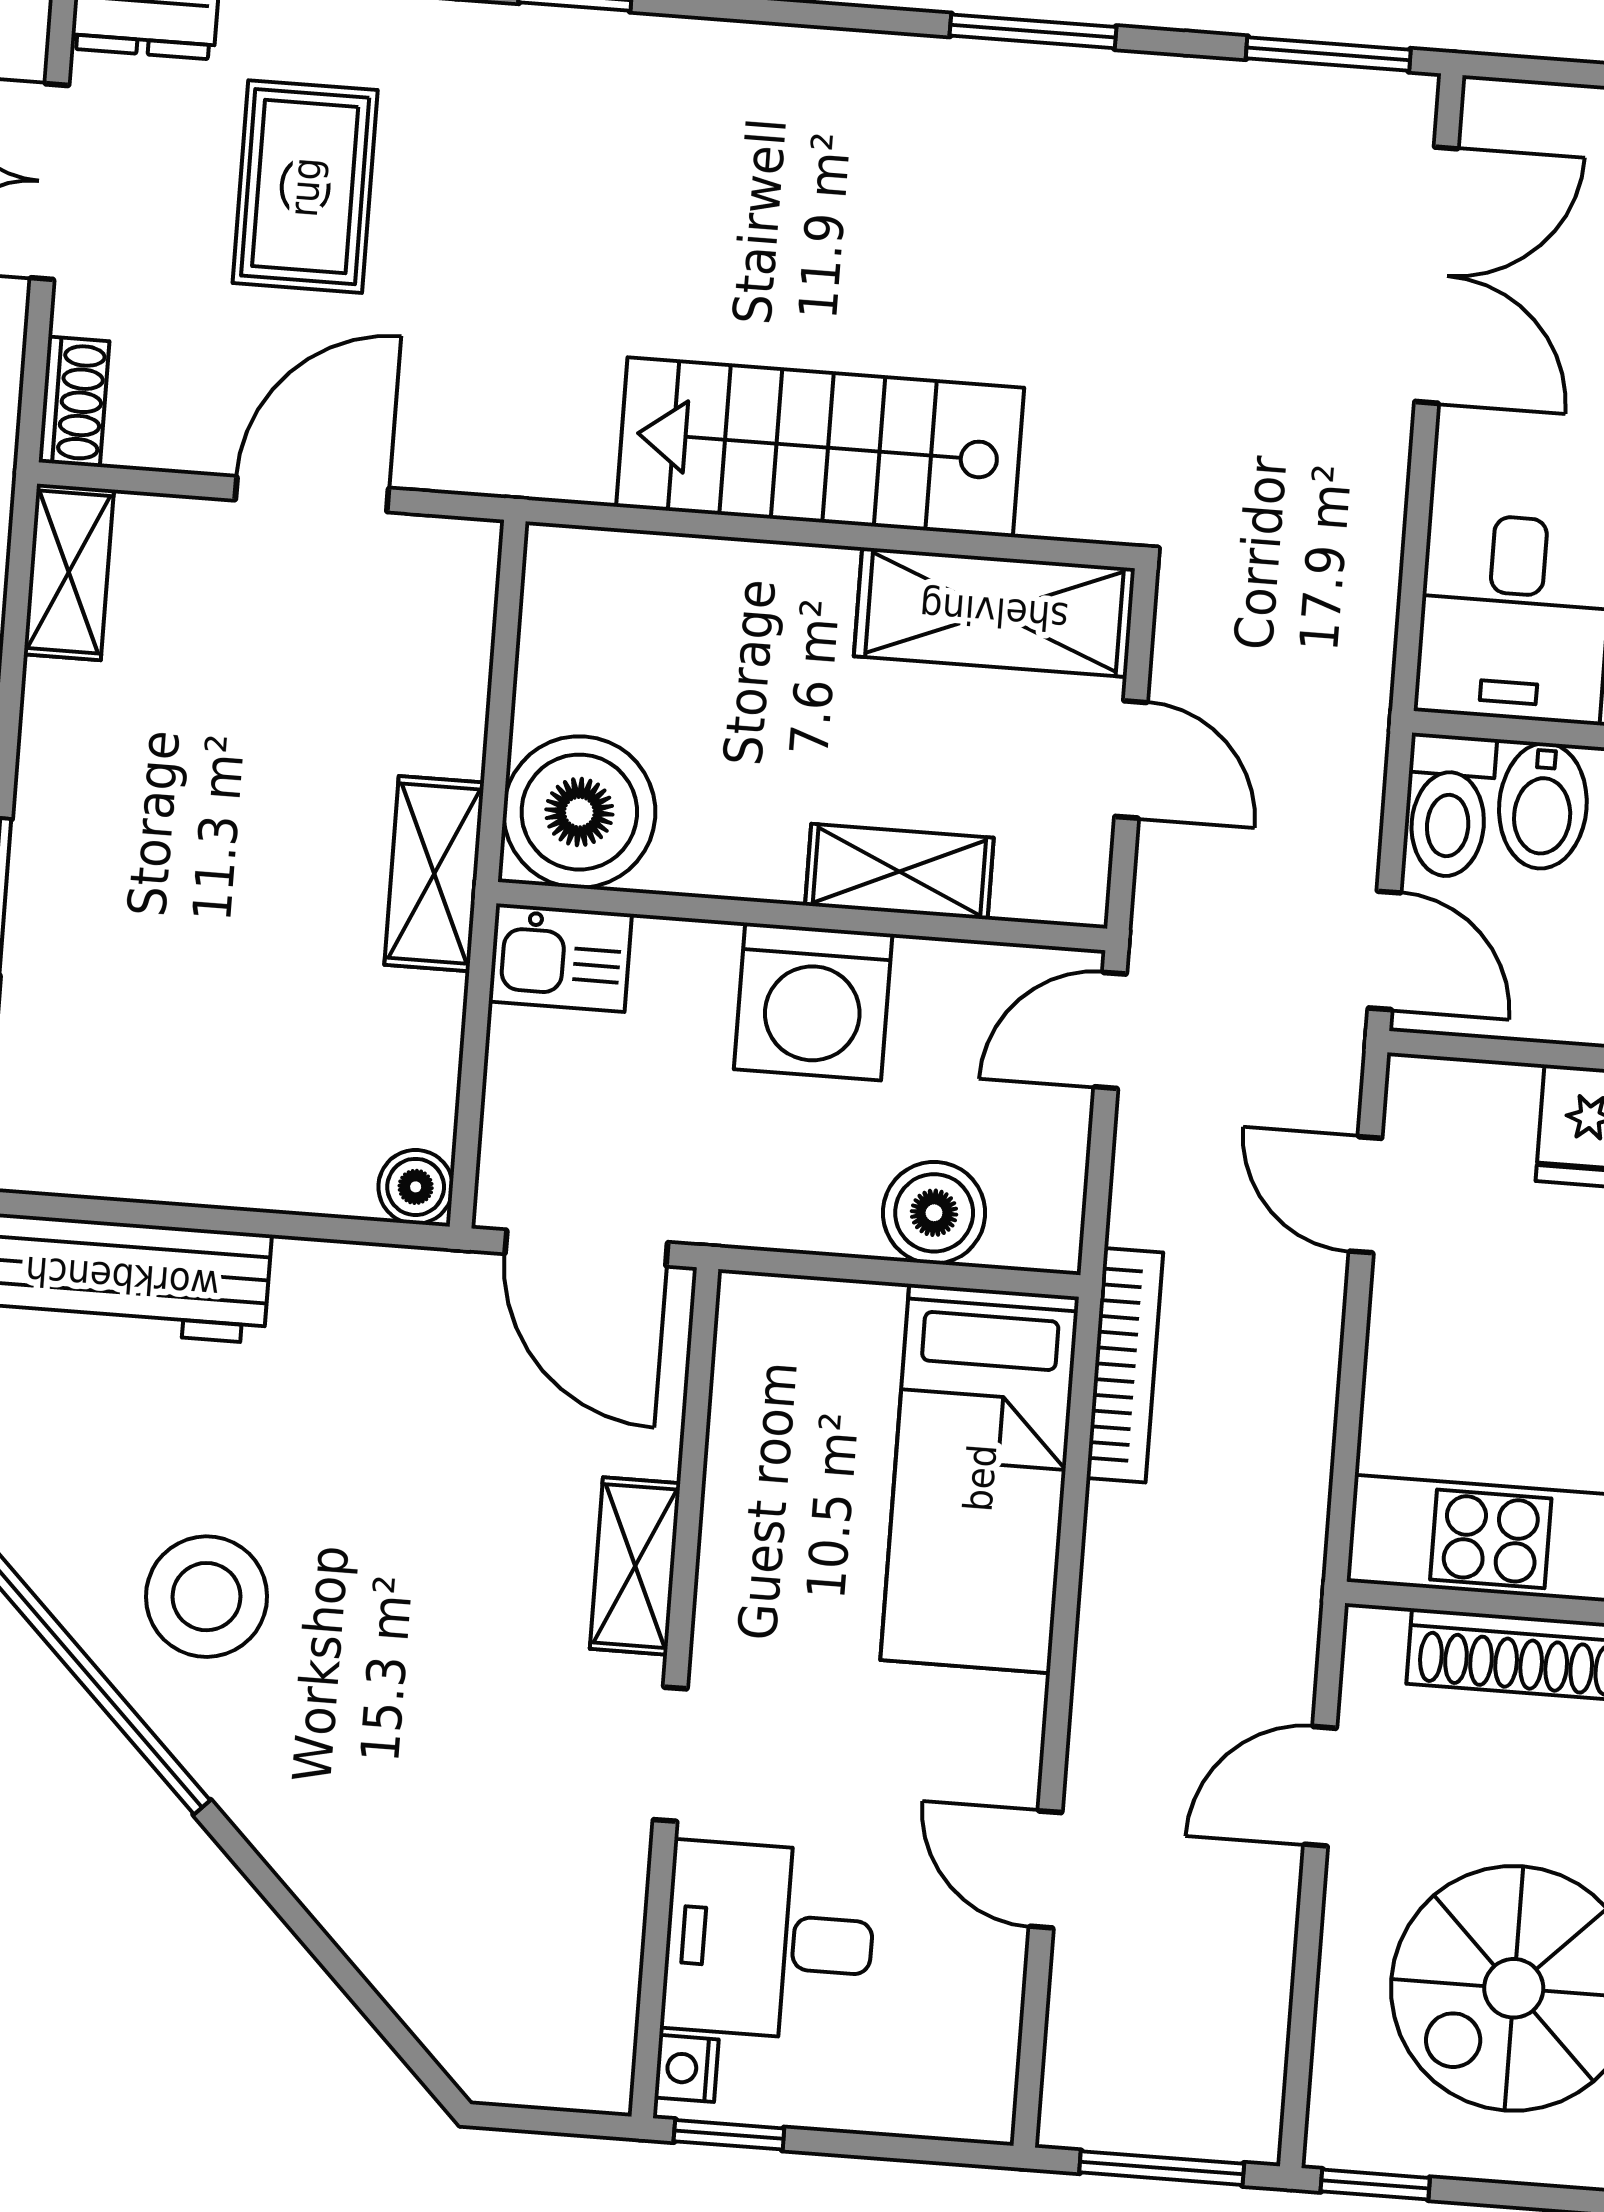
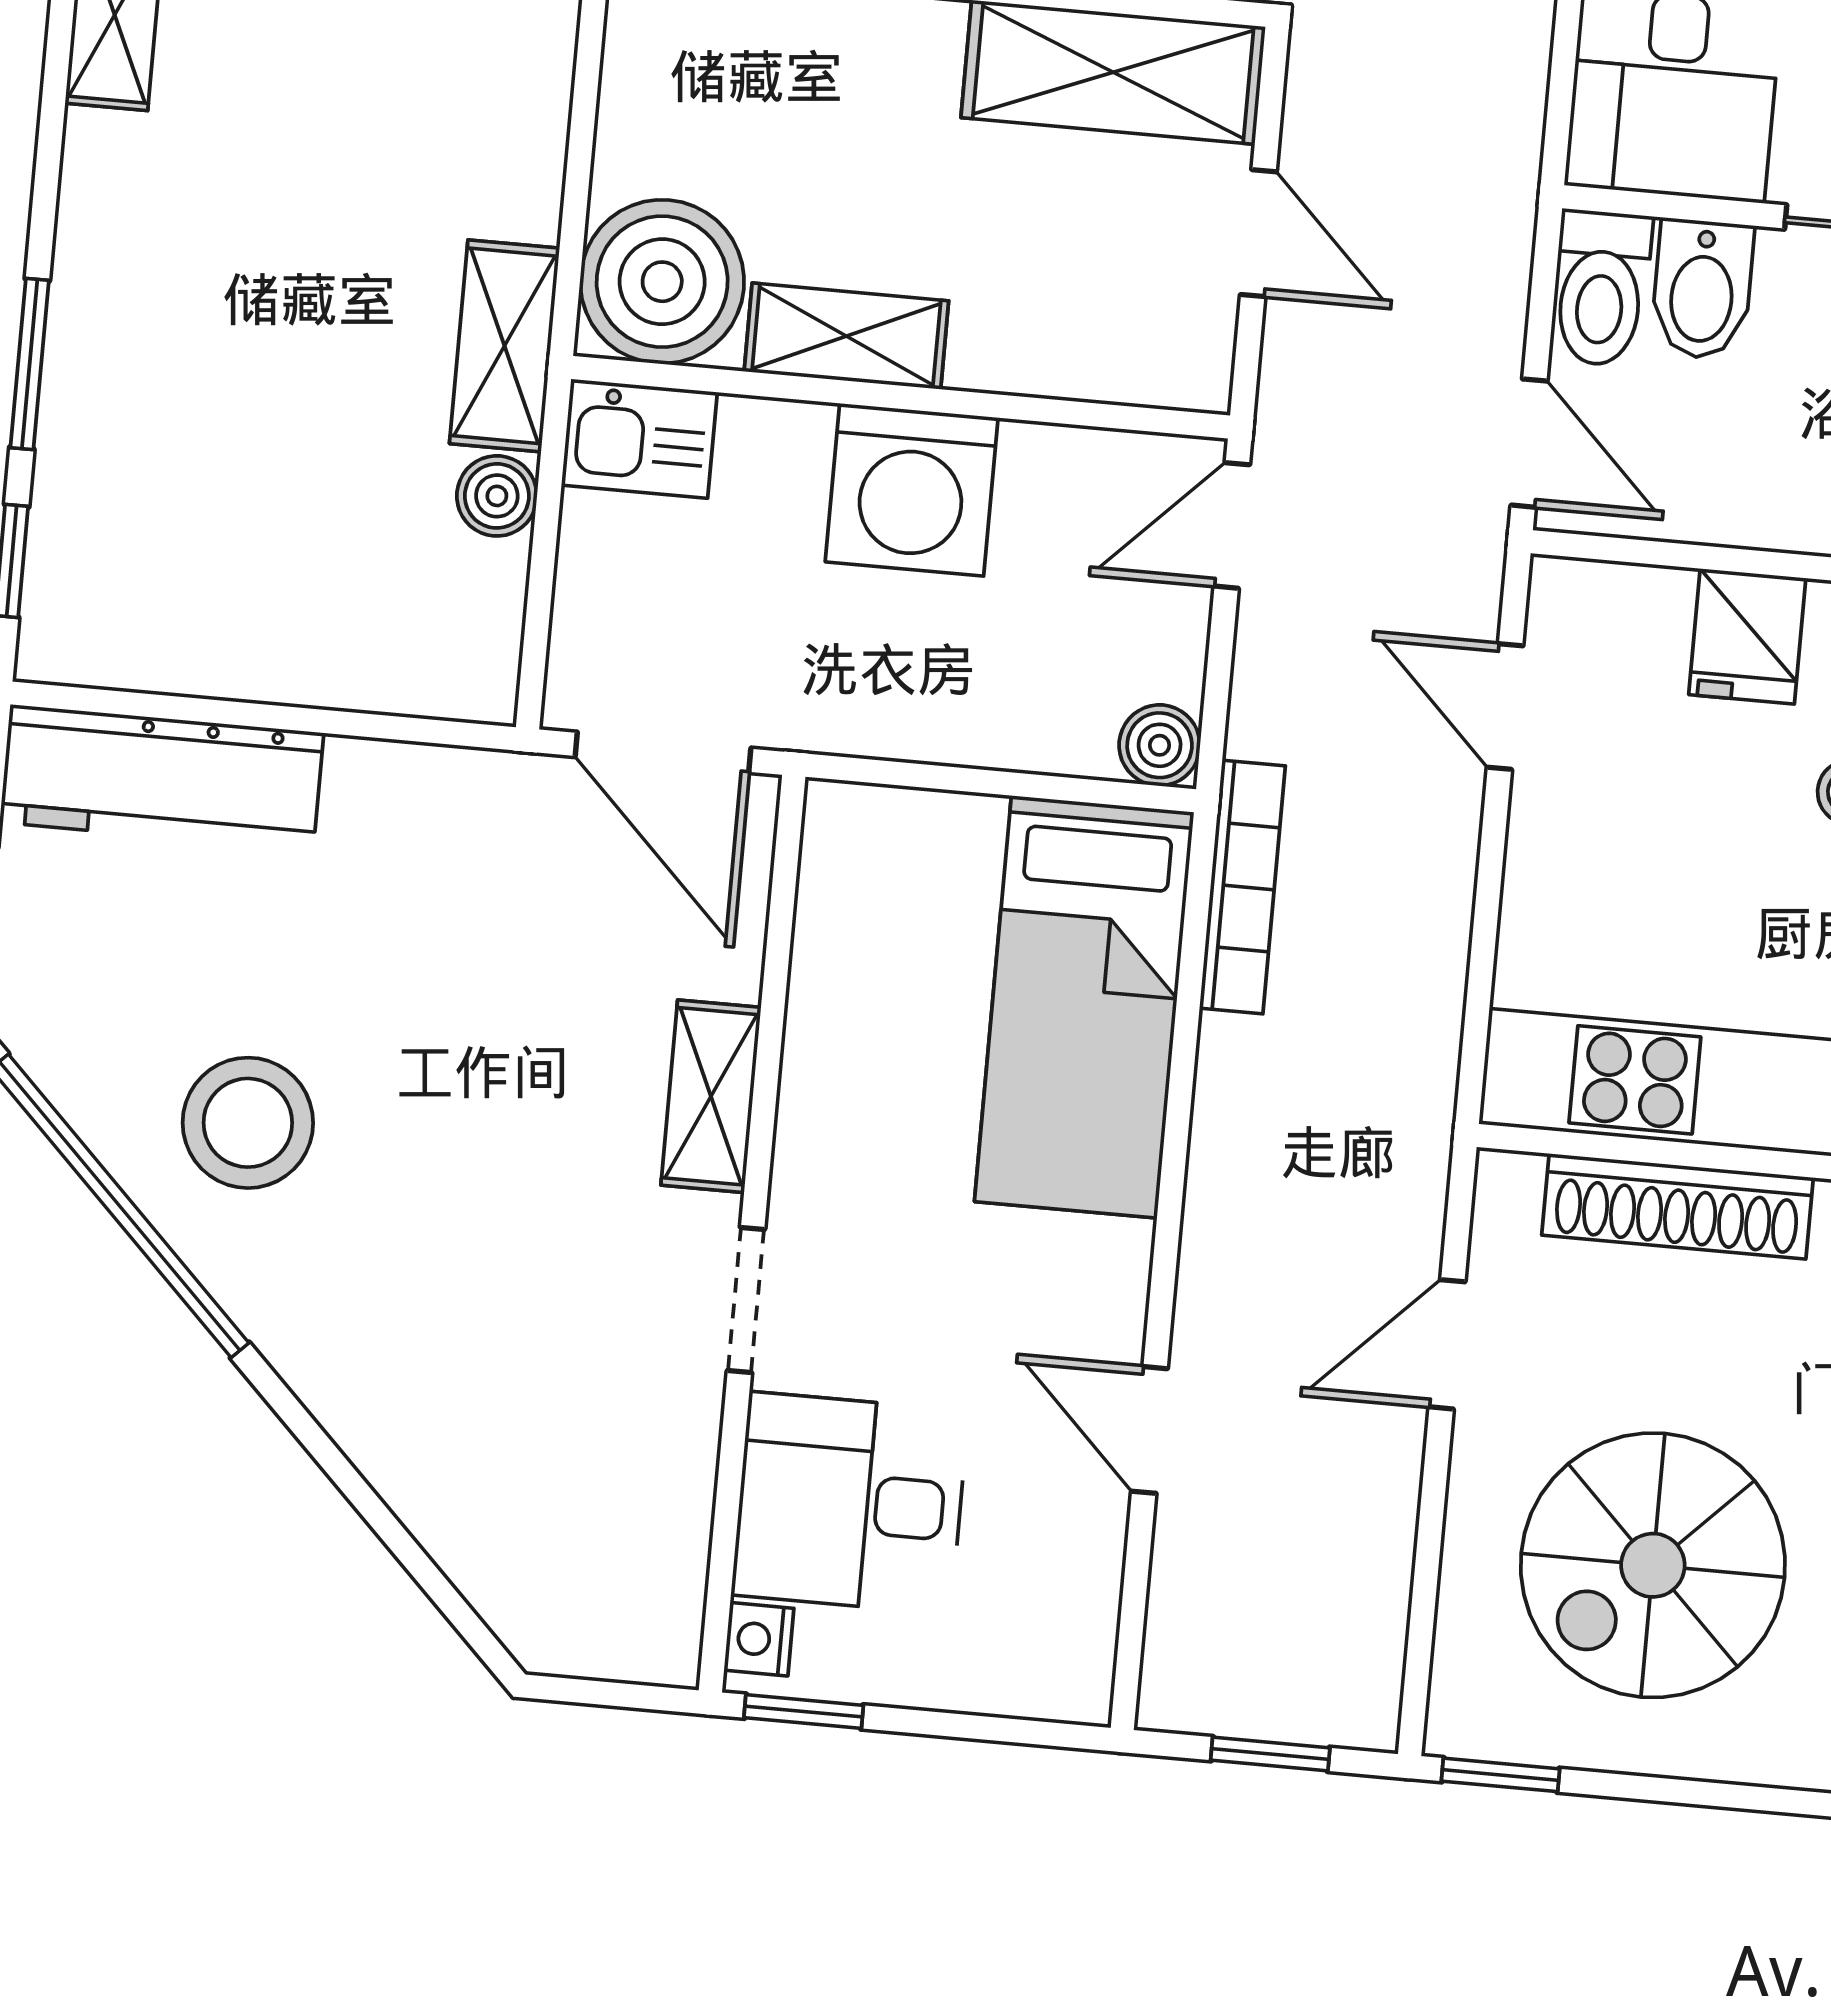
shelving: (899, 872) -> (846, 336), moved
boiler: (416, 1187) -> (497, 496), moved
boiler: (934, 1213) -> (1160, 745), moved, width x0.73, depth x0.73
window: (1162, 2168) -> (1270, 1754), width x0.67

